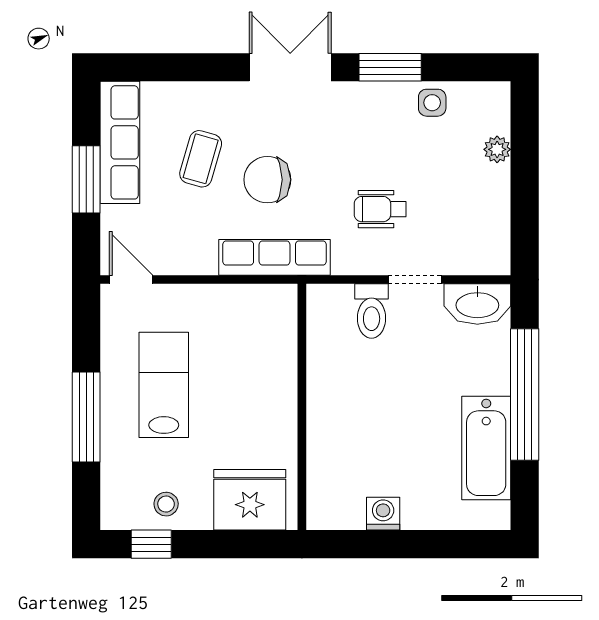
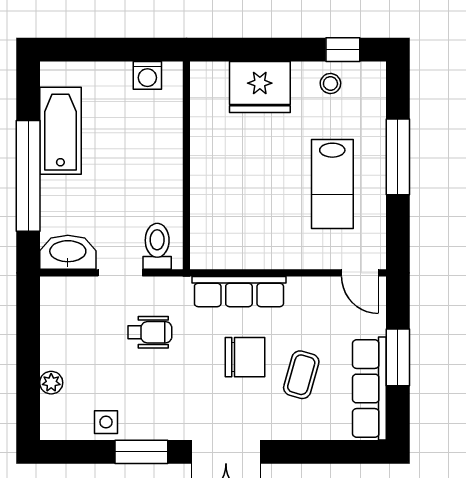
wall: (302, 407) -> (186, 165), moved

